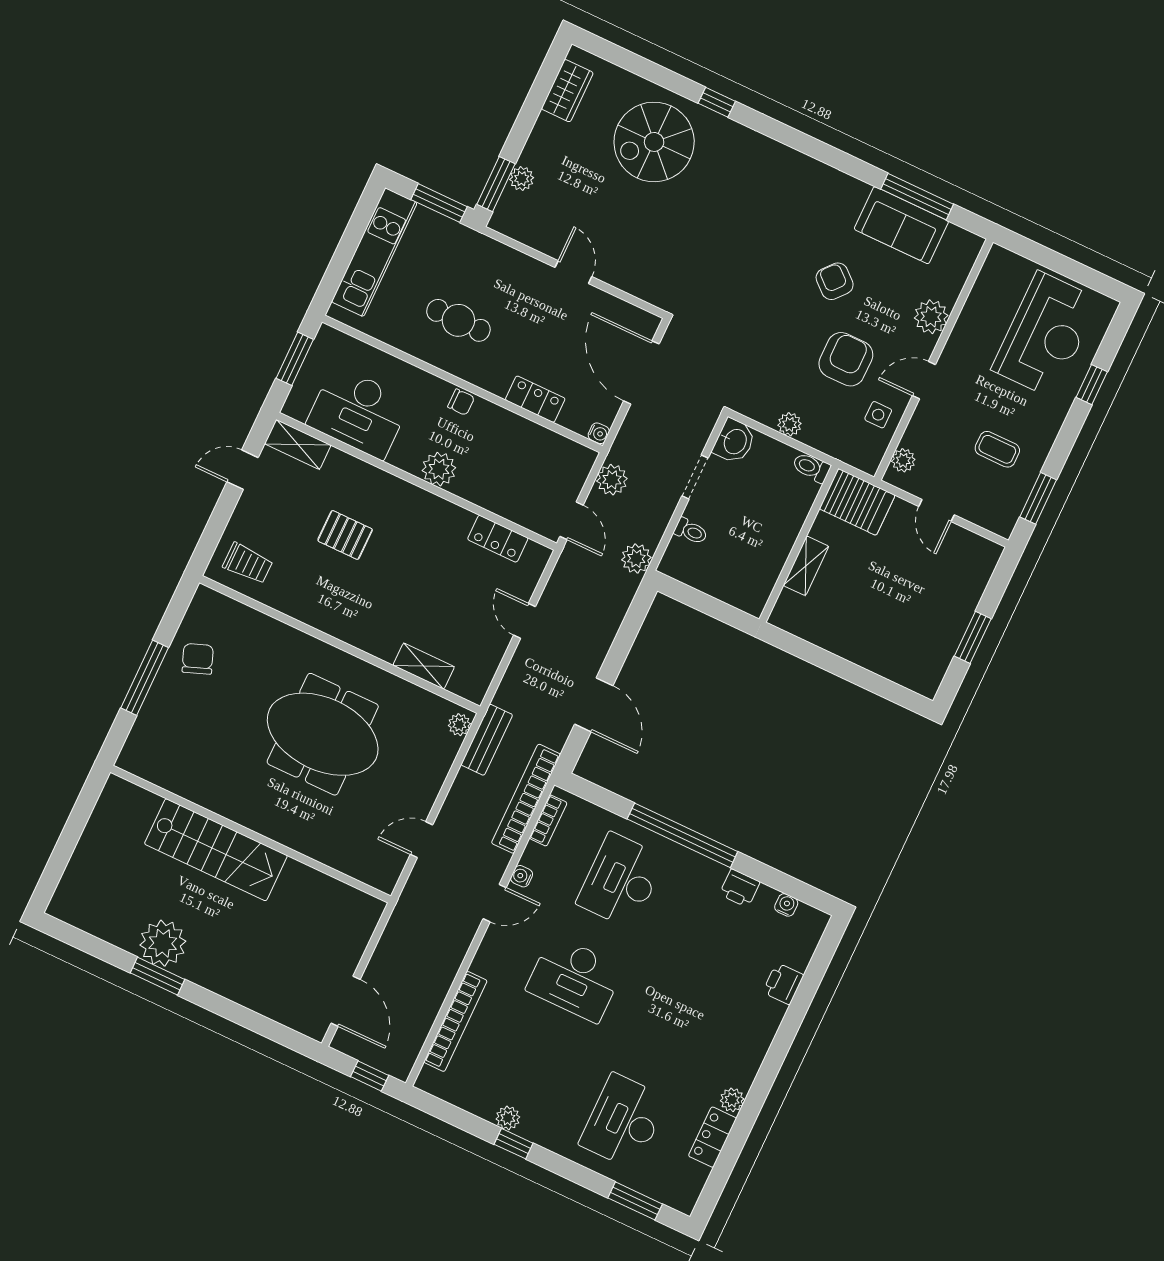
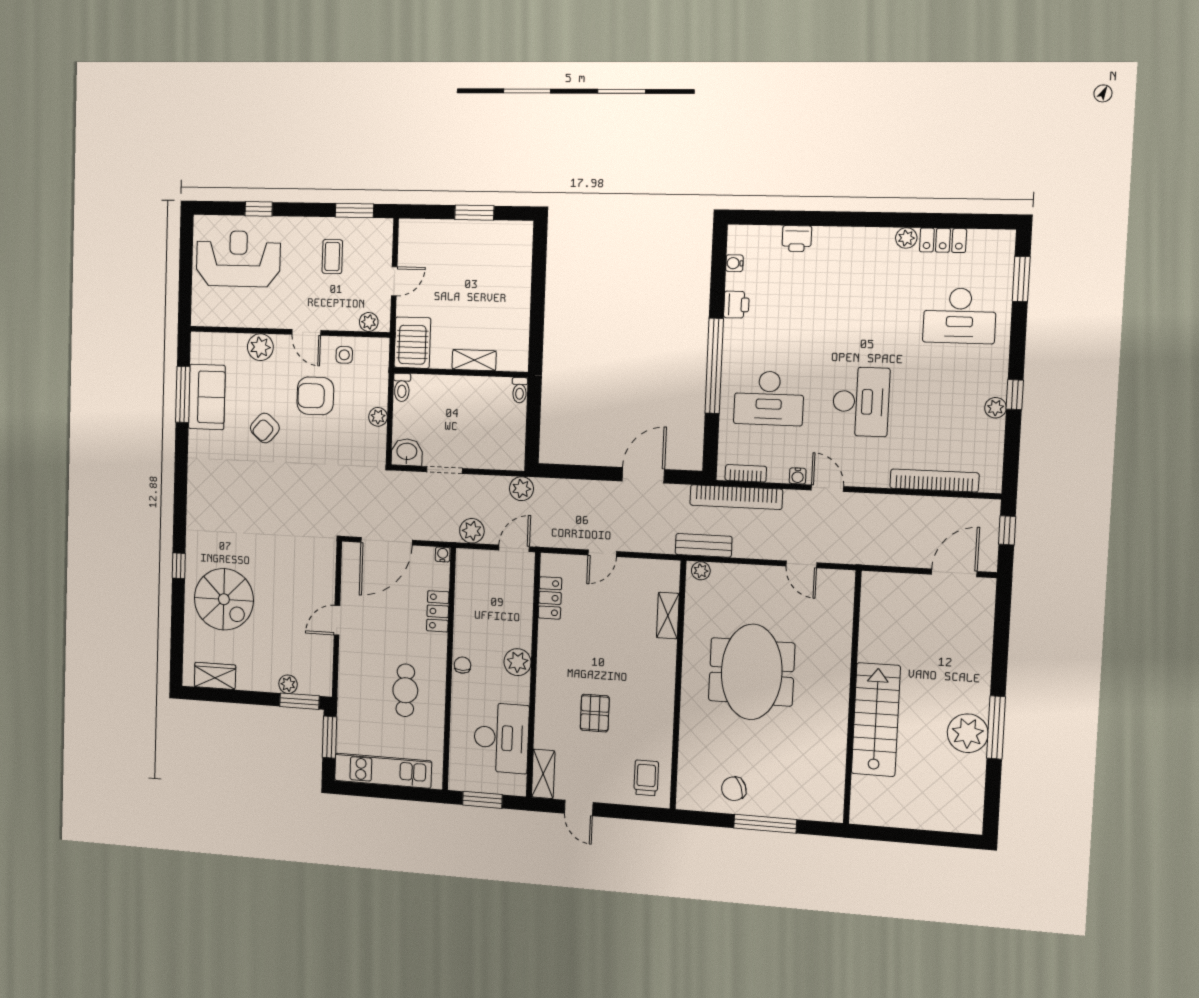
toilet: (691, 531) -> (520, 390), moved, turned 180
window: (157, 976) -> (996, 728), width x1.44

